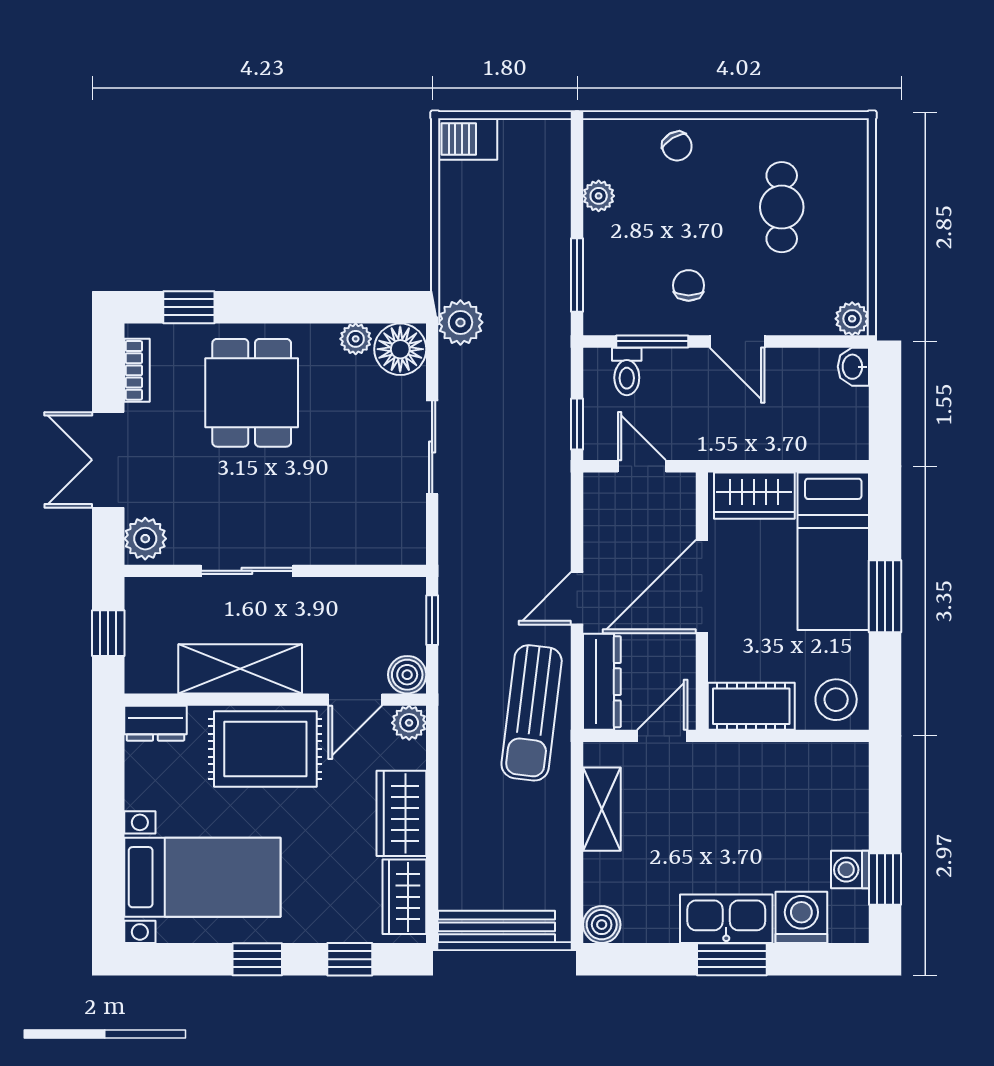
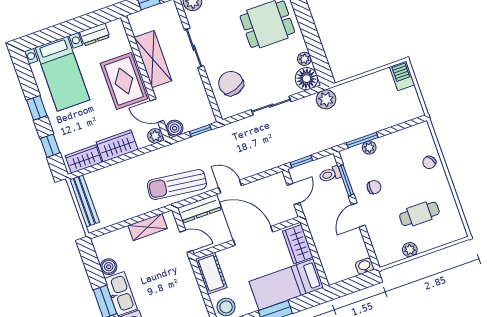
plant: (599, 196) -> (369, 148), moved
plant: (852, 319) -> (410, 250), moved
chair: (353, 518) -> (231, 83), added
dresser: (155, 723) -> (95, 35), moved, turned -90
boiler: (602, 925) -> (109, 267), moved

